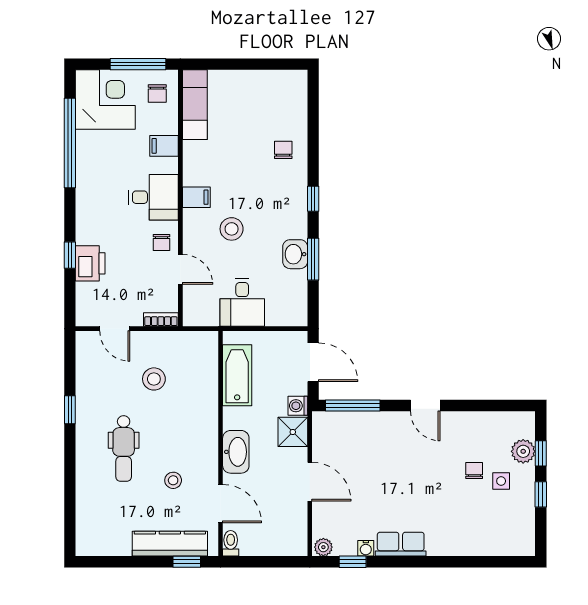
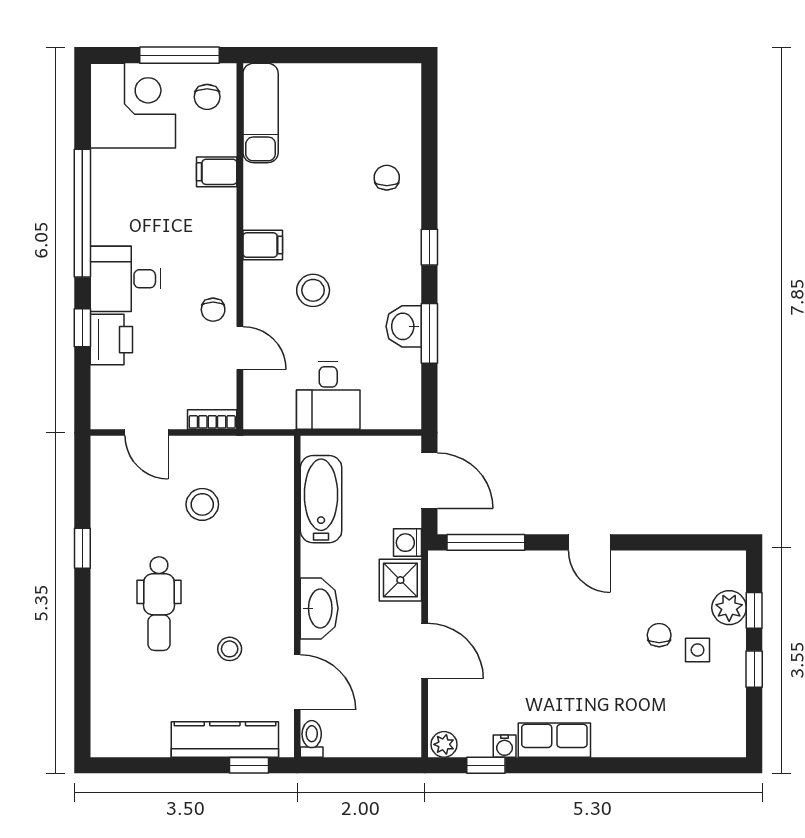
window: (70, 143) -> (82, 213), moved
desk: (153, 197) -> (126, 279), moved, turned 180

